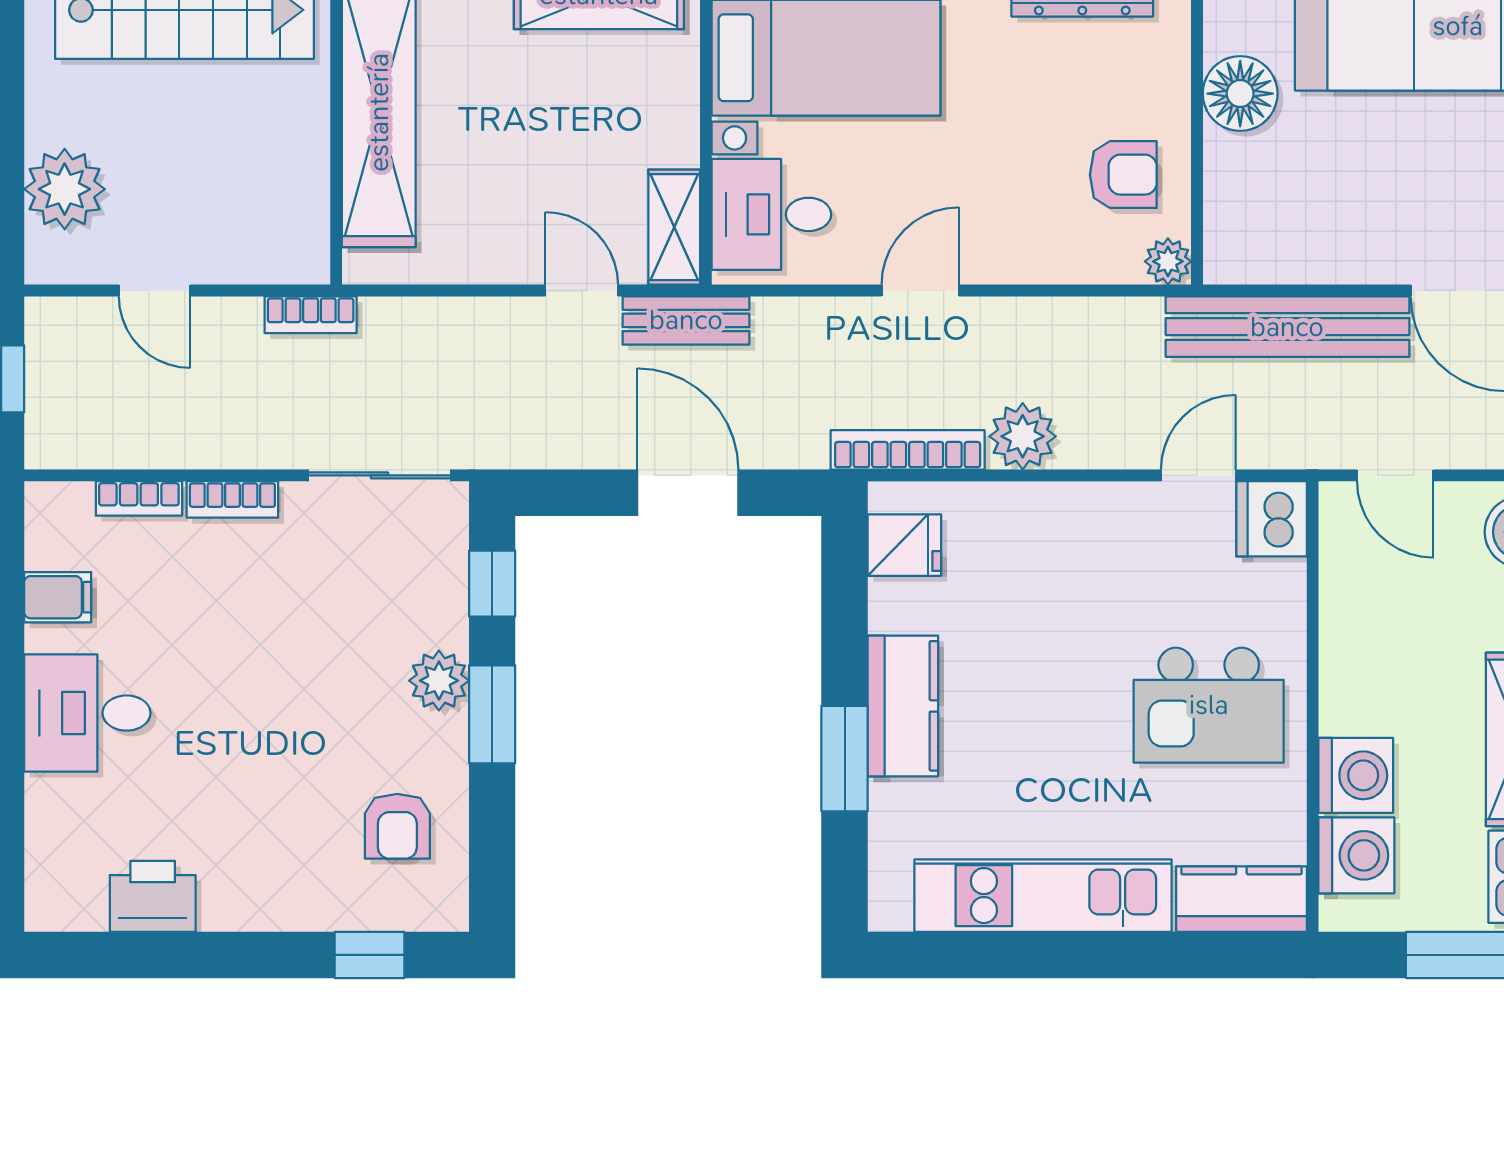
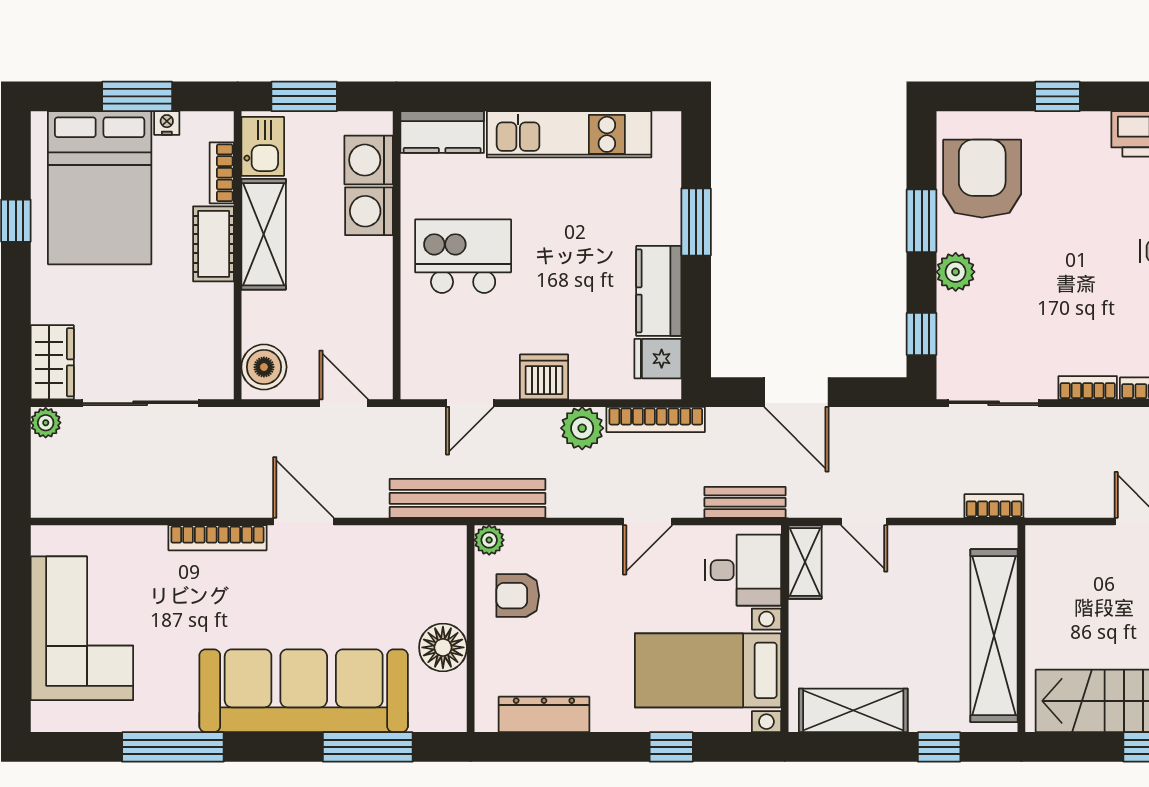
bookcase: (311, 315) -> (994, 506), moved
bench: (686, 320) -> (745, 502), moved
bench: (1287, 327) -> (467, 498), moved
dishwasher: (1272, 519) -> (544, 377), moved, turned -90
kitchen counter: (903, 706) -> (659, 291), moved
window: (492, 714) -> (922, 221), moved
armchair: (397, 826) -> (982, 179), width x1.88, depth x1.88
window: (369, 955) -> (1057, 96), moved

